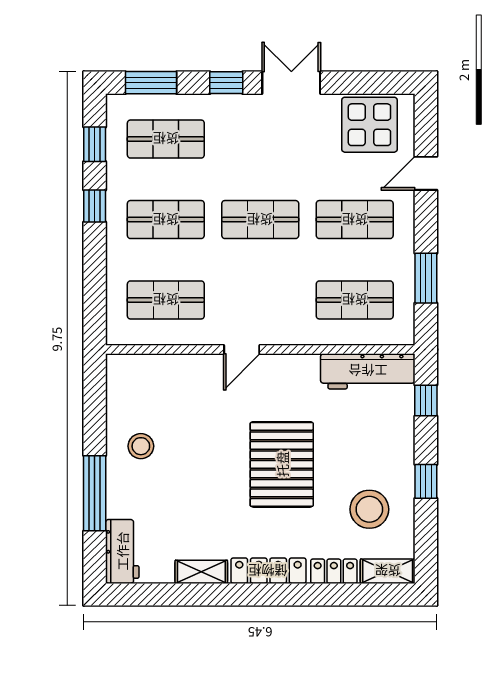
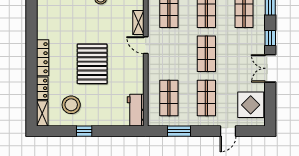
double door: (291, 83) -> (270, 68), swing flipped
door: (426, 173) -> (228, 131), swing flipped
workbench: (368, 371) -> (136, 110), width x0.73
window: (426, 400) -> (122, 131), removed
pallet: (282, 464) -> (92, 64), turned 90
shelving: (201, 572) -> (138, 22), moved

